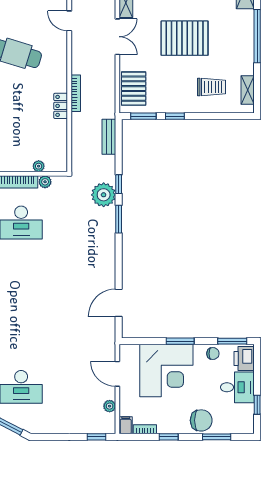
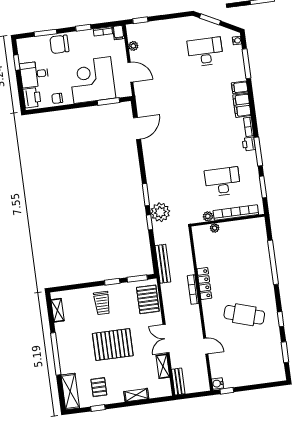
trolley: (211, 87) -> (102, 303), moved, turned -90
locker: (61, 106) -> (204, 284), width x1.53
bench: (109, 137) -> (163, 264), width x1.36
window: (180, 341) -> (108, 101), moved
window: (232, 341) -> (43, 110), removed

